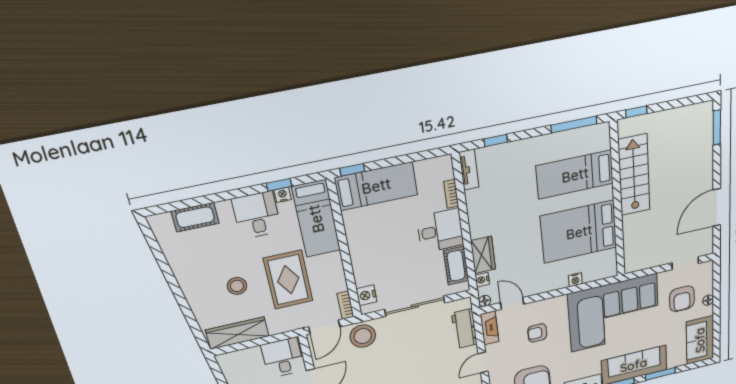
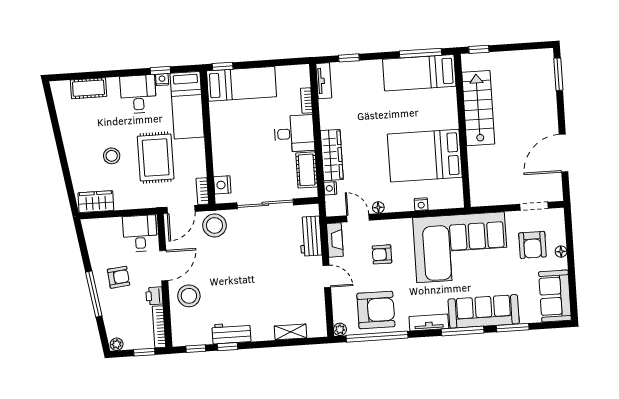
bed: (575, 175) -> (419, 73), moved
wardrobe: (483, 255) -> (332, 155), width x1.50
floor lamp: (485, 301) -> (378, 207), moved
wardrobe: (237, 333) -> (96, 202), width x0.67
door: (483, 362) -> (327, 276), swing flipped

